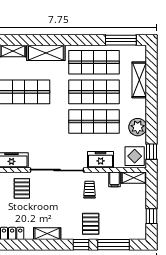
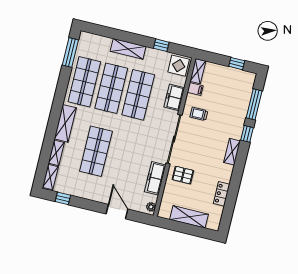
shelving: (139, 80) -> (128, 49), moved
plant: (138, 127) -> (153, 56), removed
window: (151, 152) -> (161, 45), moved
pallet: (91, 224) -> (230, 120), removed
shelving: (47, 234) -> (232, 152), moved

